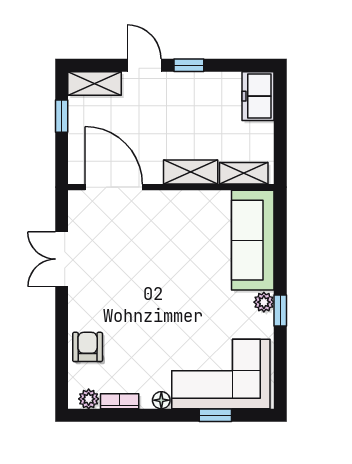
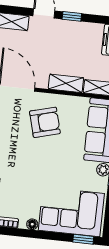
armchair: (164, 237) -> (45, 122), added
window: (215, 415) -> (83, 239), moved

